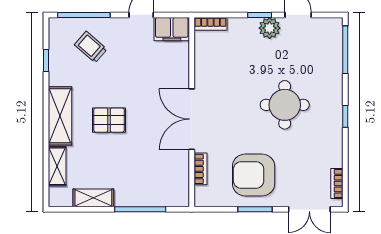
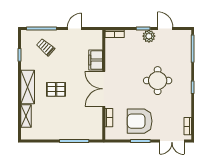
filing cabinet: (172, 29) -> (96, 60), moved, turned 90
shelving: (93, 198) -> (47, 134), removed

